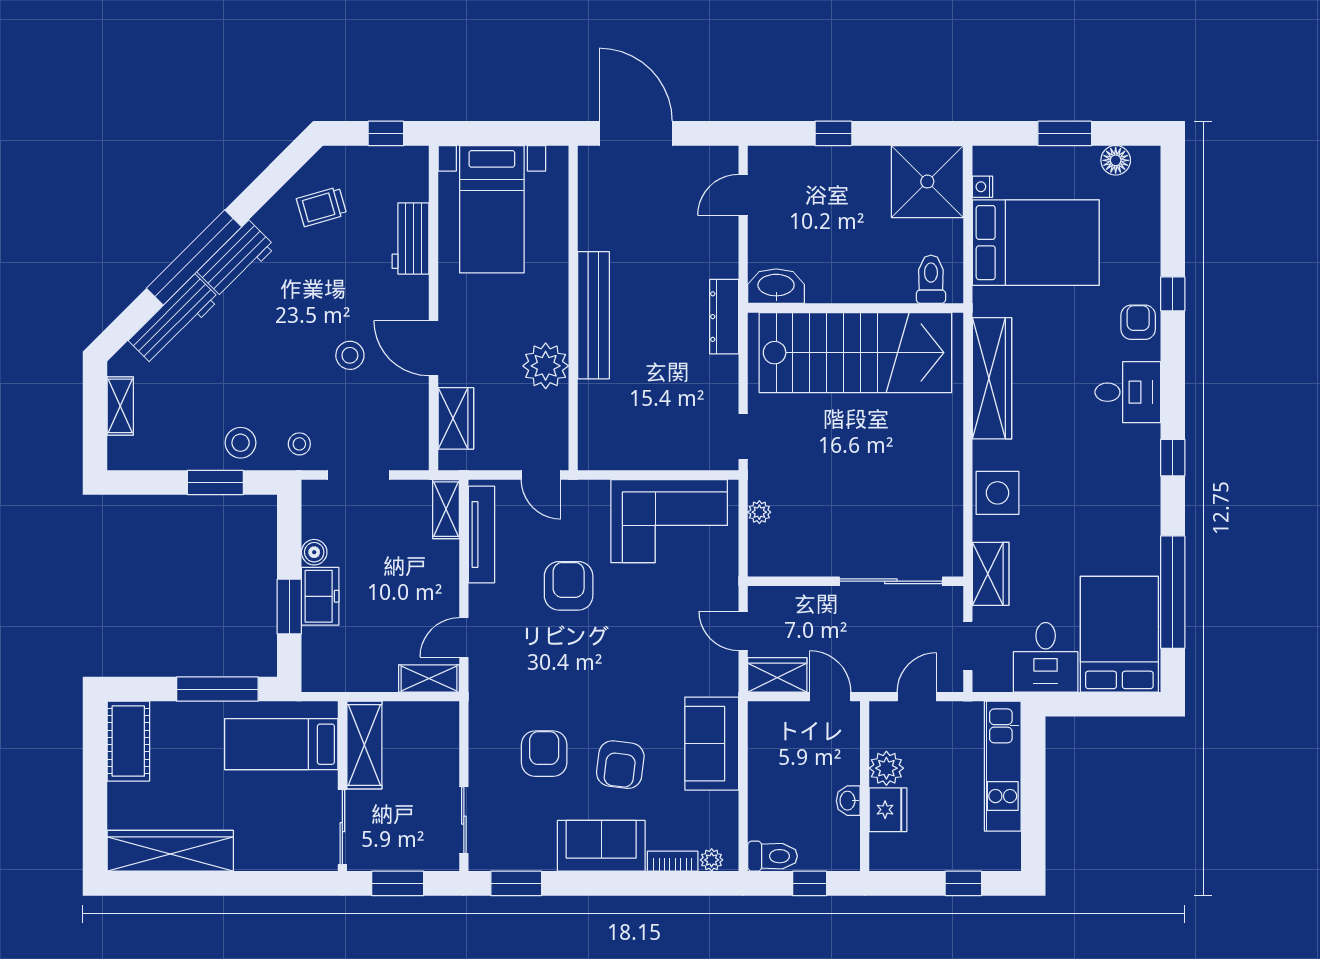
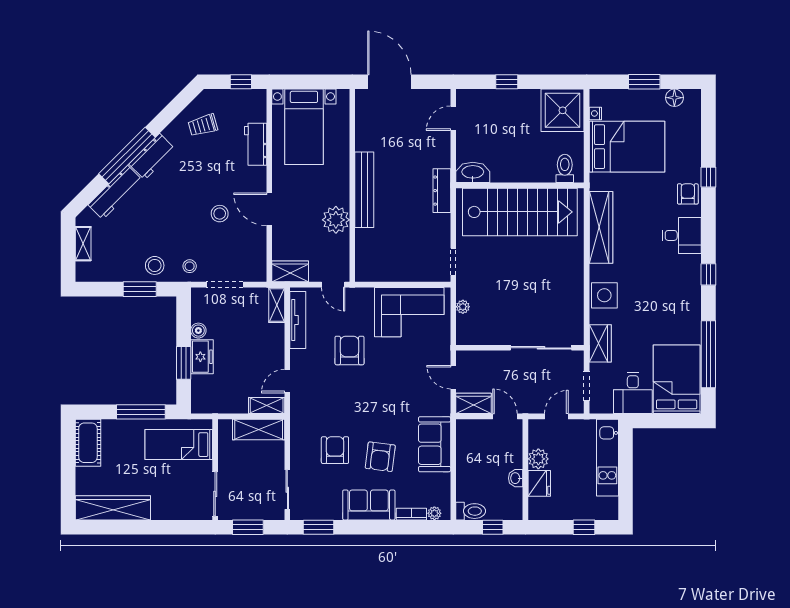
wardrobe: (456, 418) -> (290, 271), moved, turned -90
shelving: (364, 745) -> (259, 429), moved, turned 90

